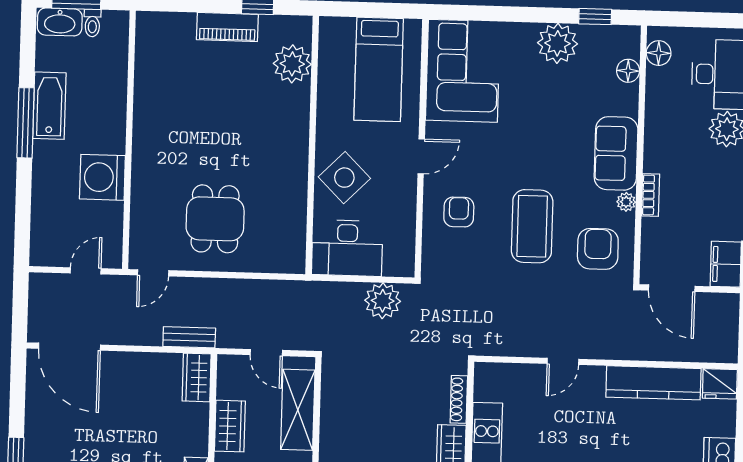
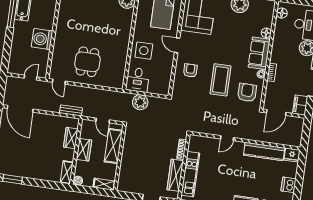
floor lamp: (628, 71) -> (266, 33), moved
door: (421, 156) -> (177, 45), swing flipped
side table: (344, 178) -> (144, 51), turned 45
desk: (347, 248) -> (138, 80), width x0.73
door: (153, 273) -> (59, 82), hinge flipped
door: (672, 288) -> (276, 113), hinge flipped
plant: (383, 301) -> (140, 102), moved
wardrobe: (197, 377) -> (71, 138), moved

